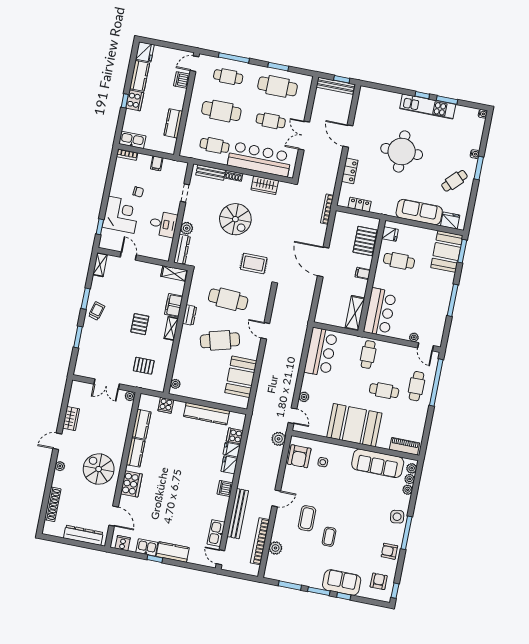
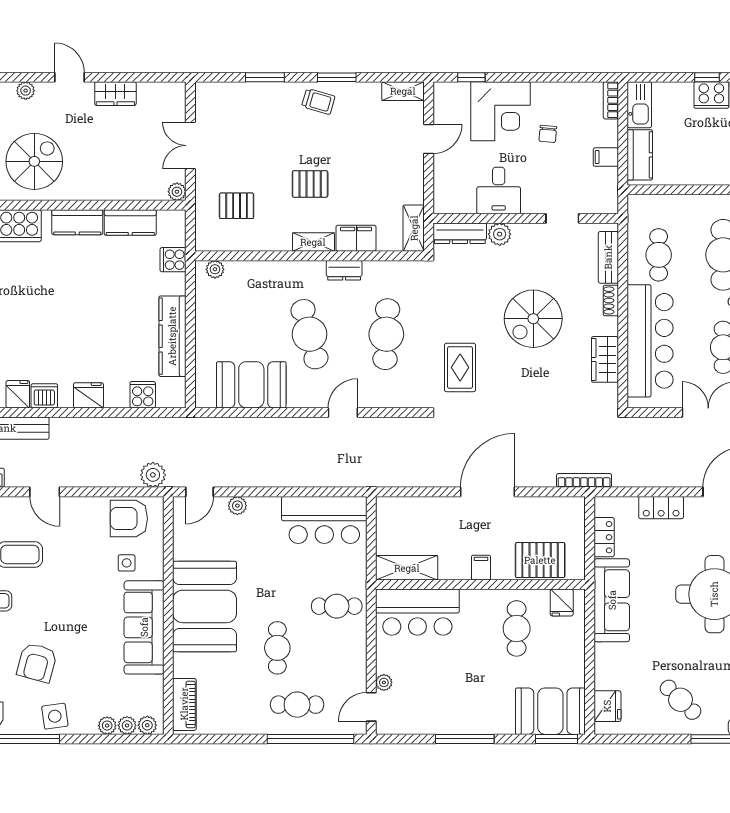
kitchen counter: (173, 123) -> (640, 155), moved, turned 90
sofa: (419, 212) -> (612, 600), moved
pallet: (144, 366) -> (237, 206), turned 90
fridge: (232, 450) -> (18, 394), moved
sofa: (378, 463) -> (144, 627), moved
armchair: (367, 521) -> (37, 663), added

